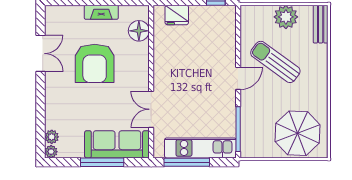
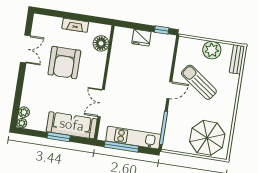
fridge: (177, 15) -> (141, 38), moved
window: (102, 162) -> (59, 137), width x0.69

